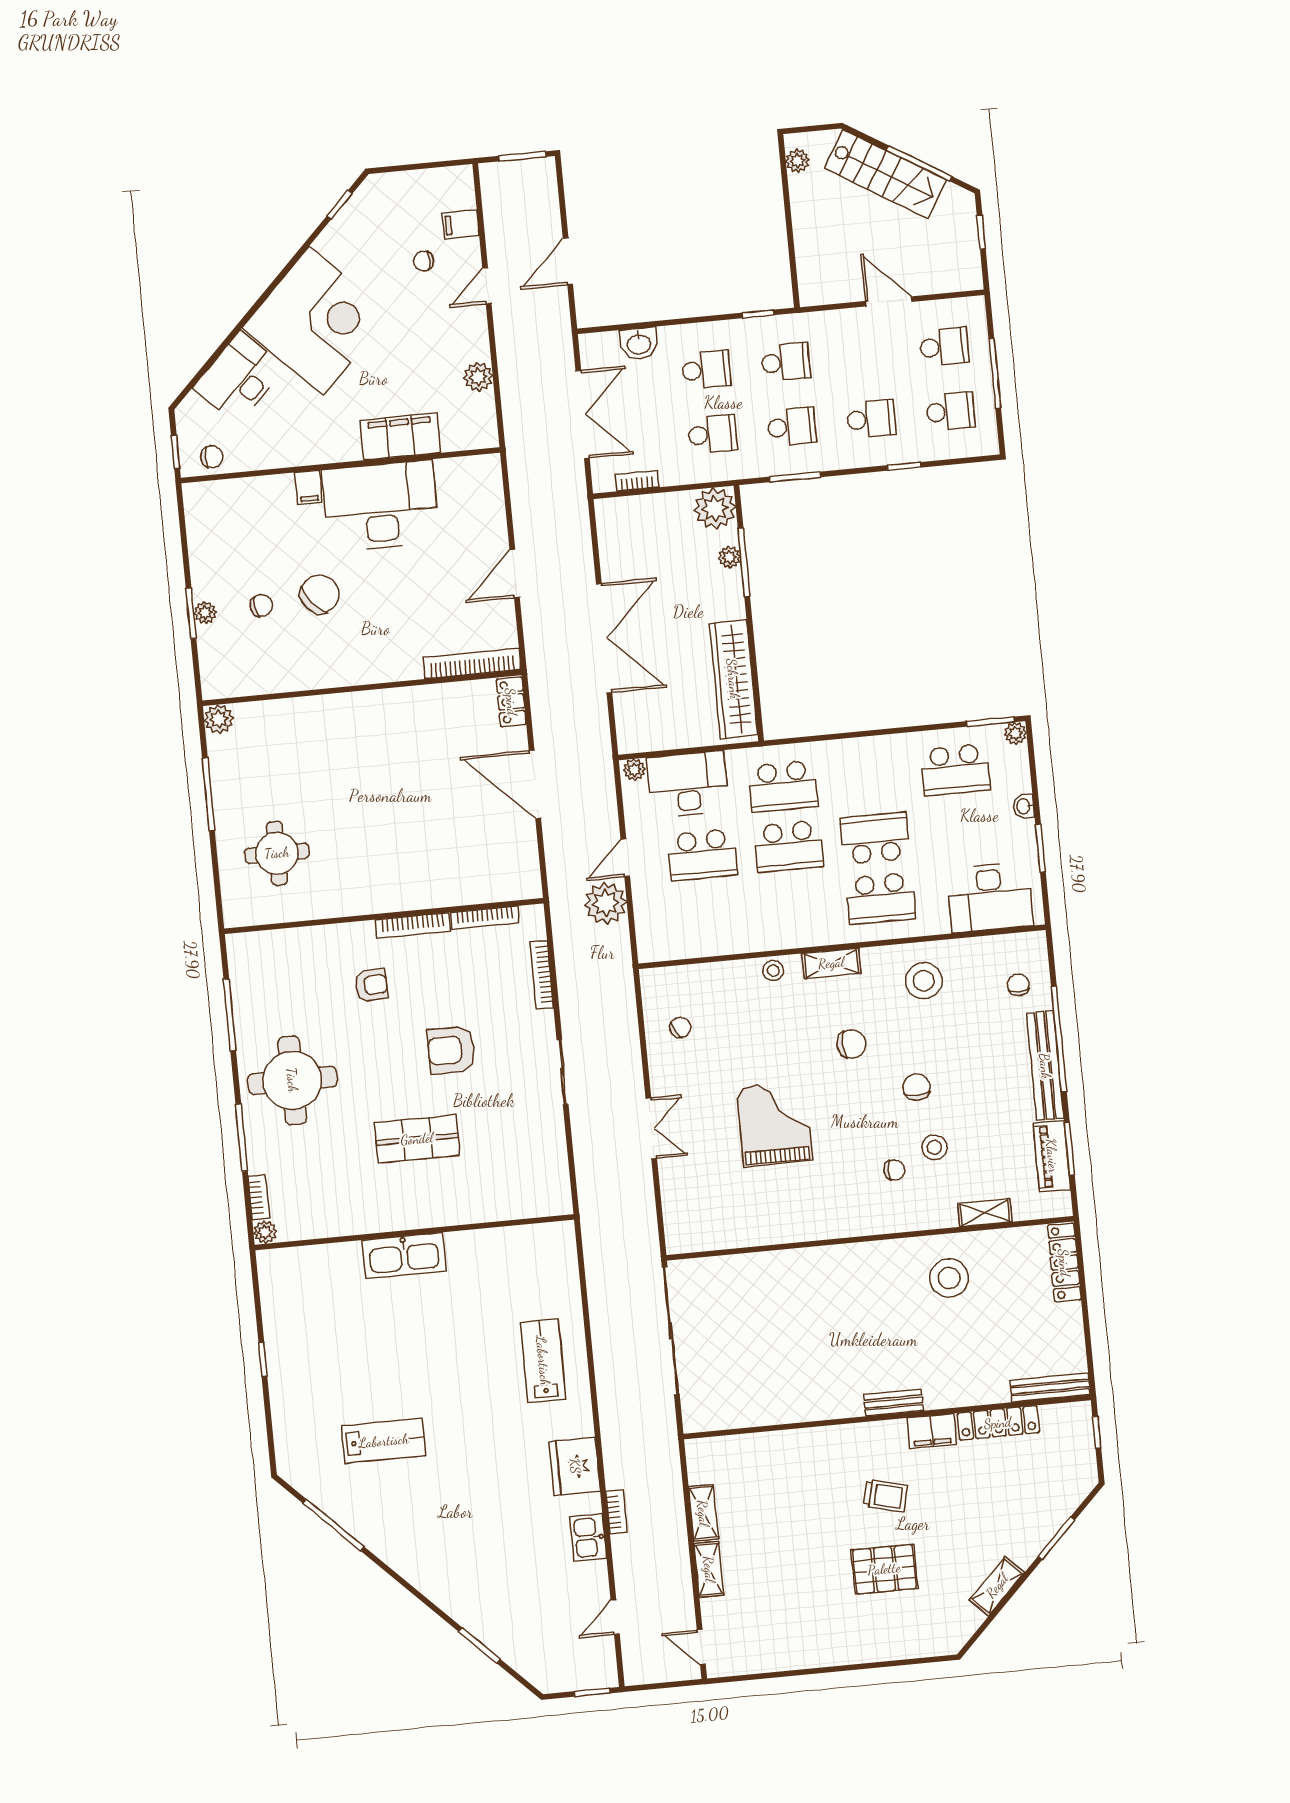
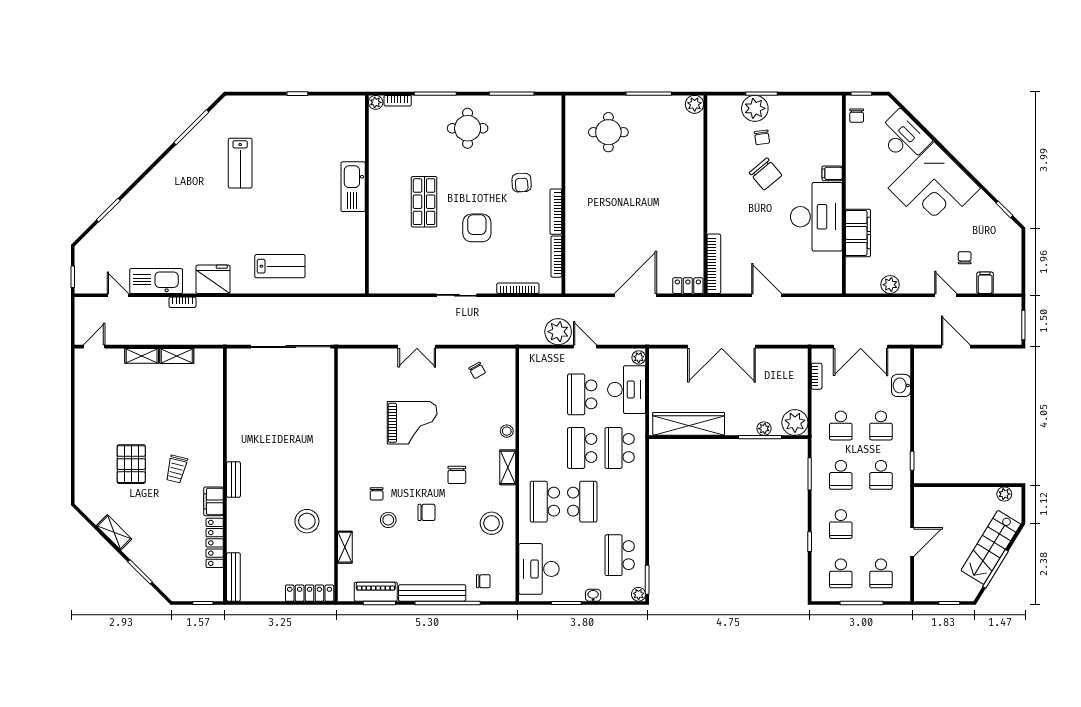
plant: (205, 613) -> (755, 108), width x1.87, depth x1.87
round table: (292, 1080) -> (468, 128), width x0.73, depth x0.73
kitchen sink: (588, 1538) -> (156, 281), width x1.88, depth x1.24

